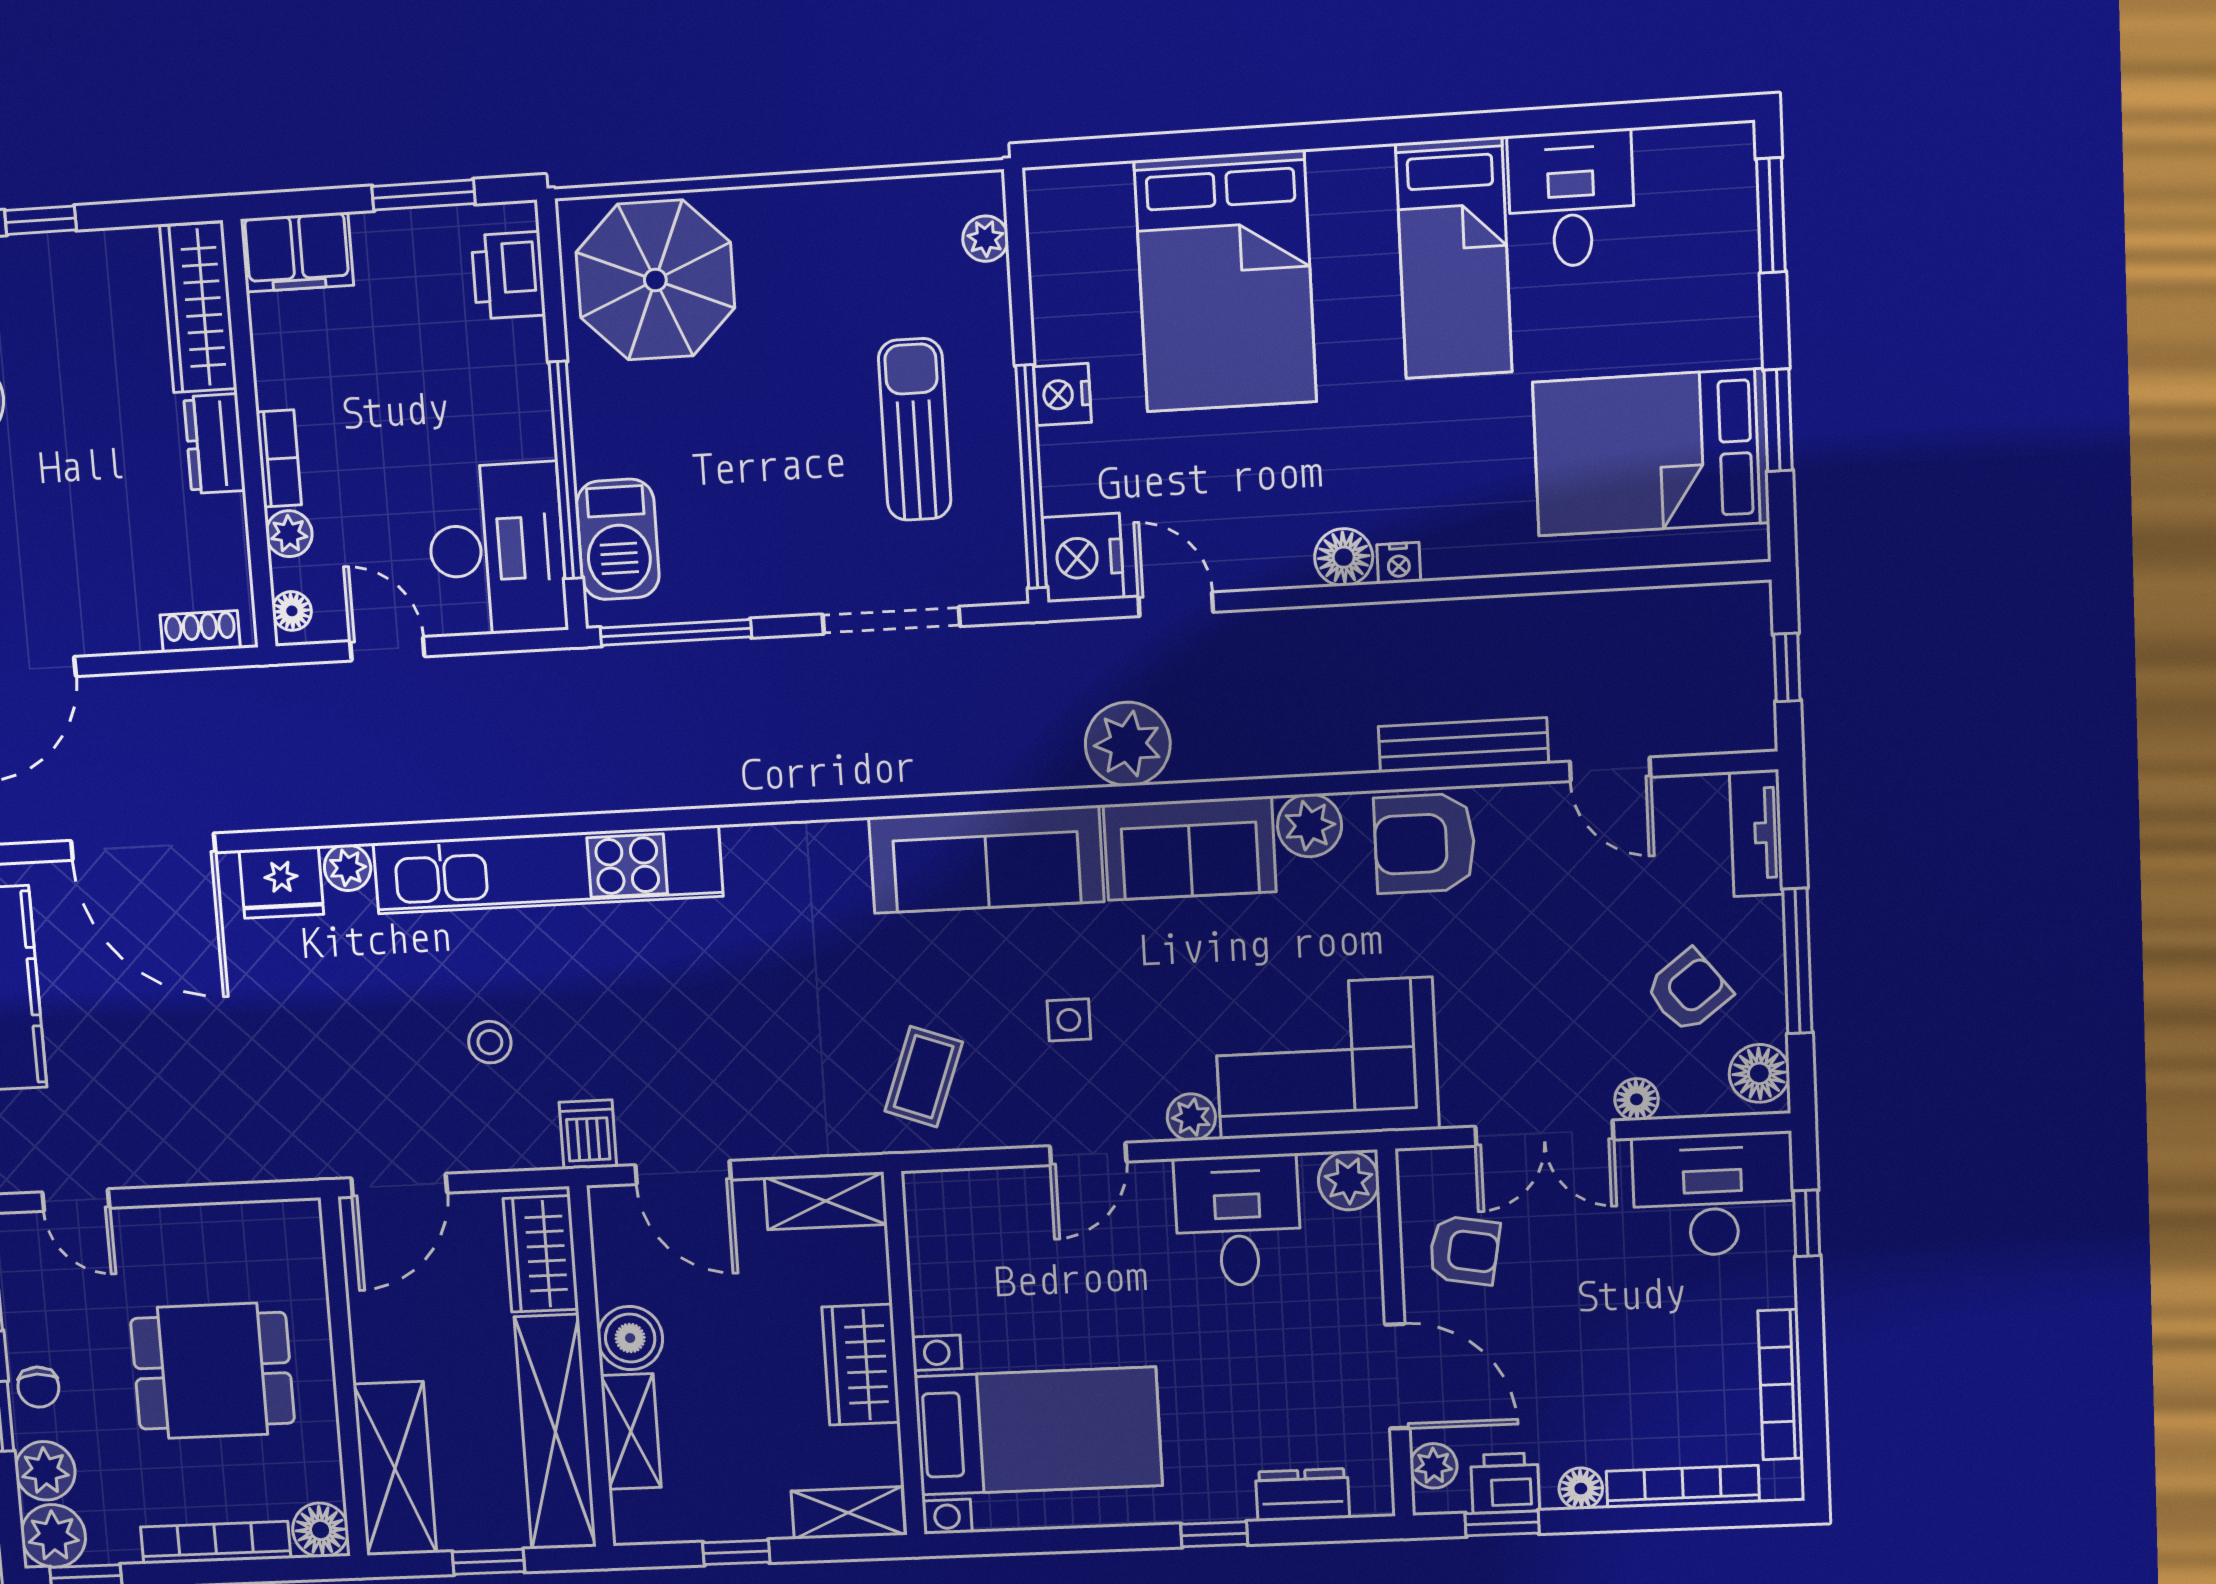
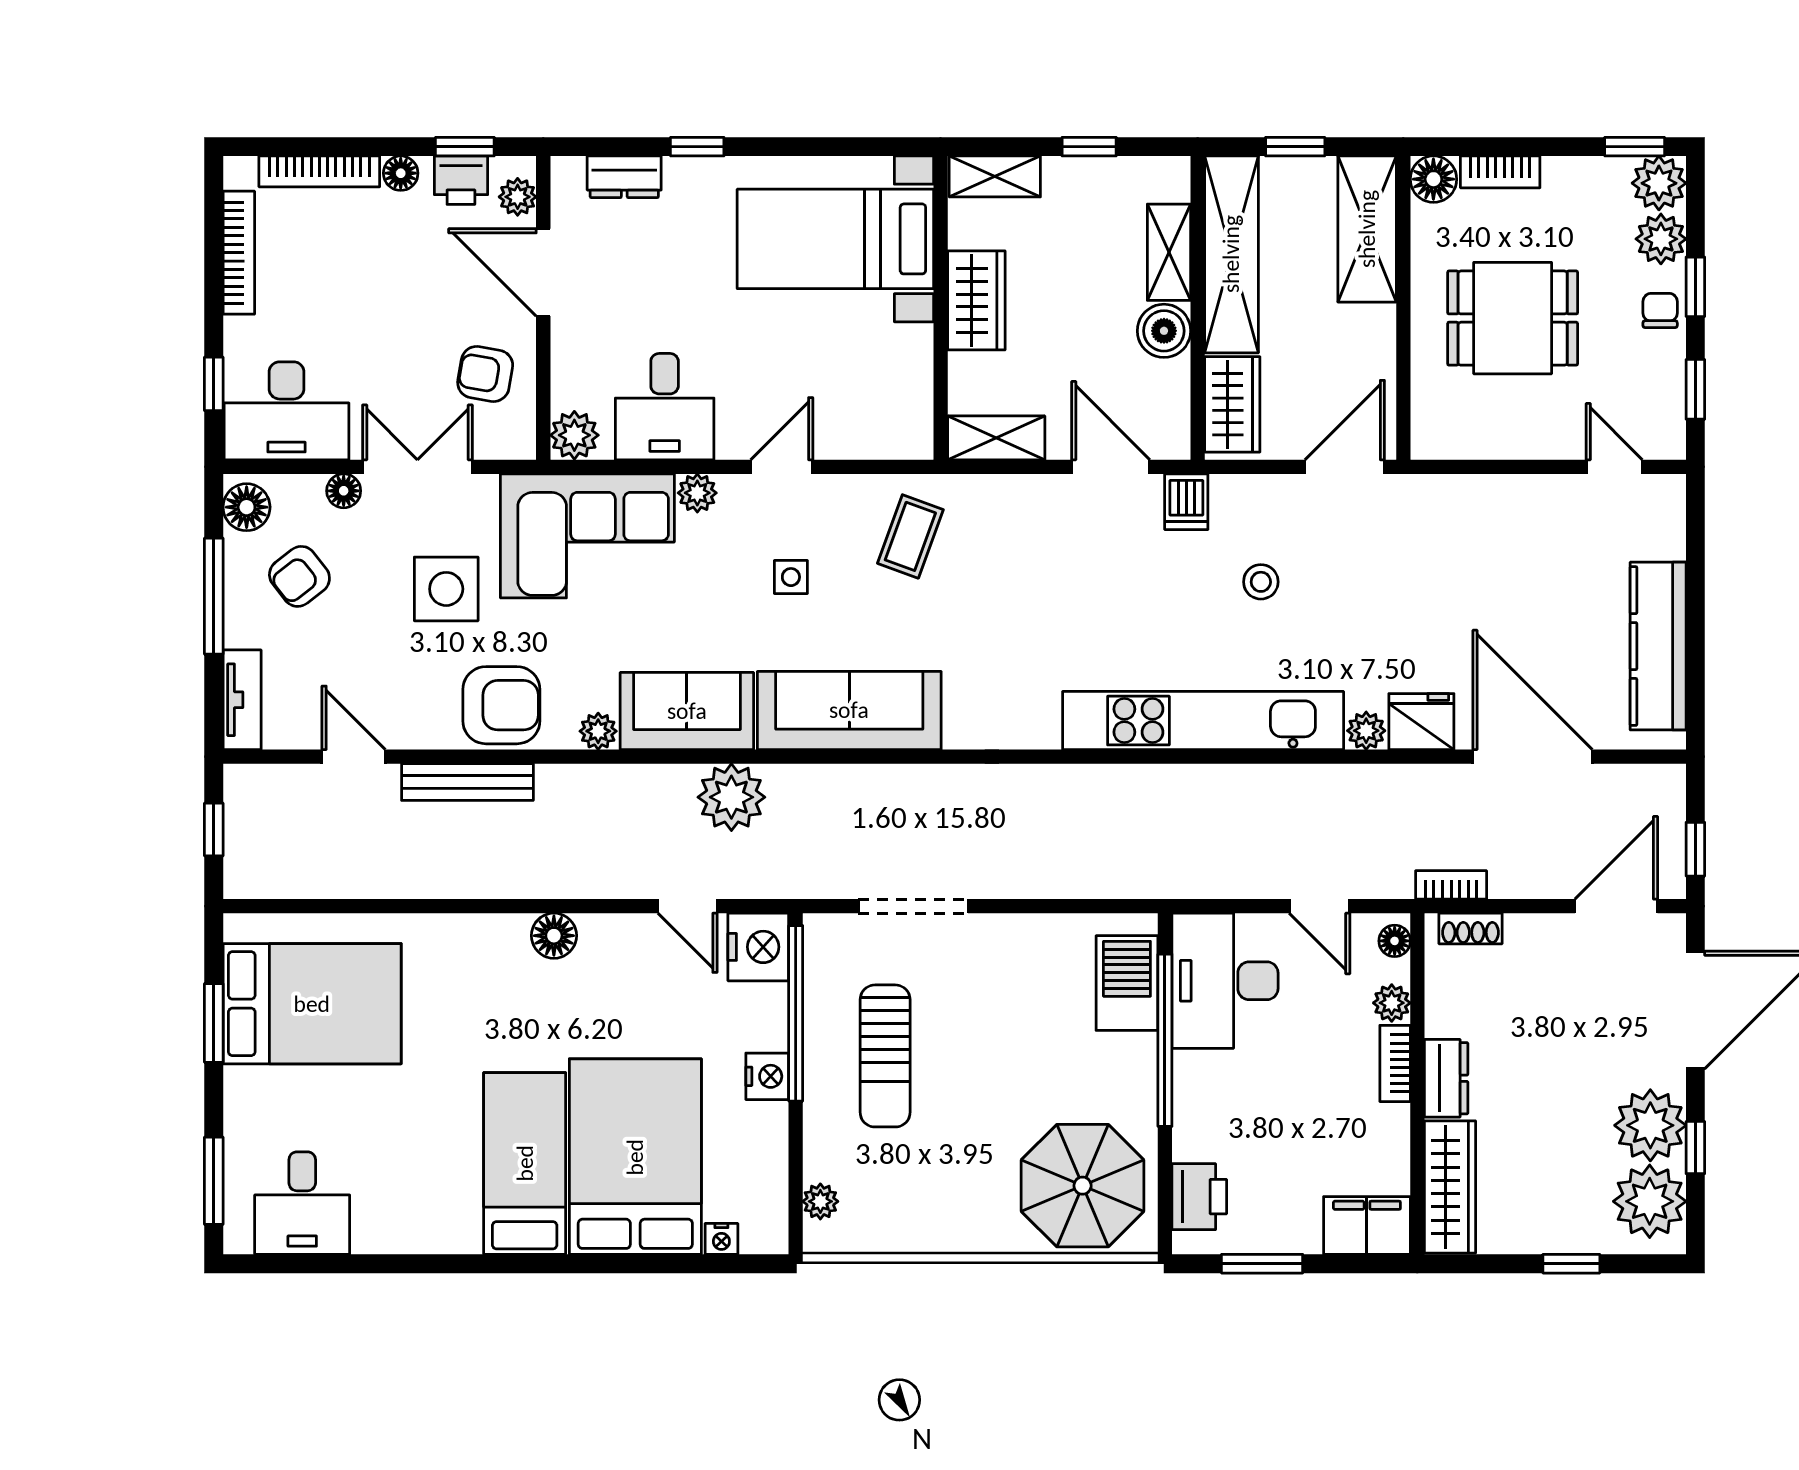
desk: (1571, 199) -> (302, 1203), moved
bed: (1454, 258) -> (525, 1163), moved
nightstand: (1399, 563) -> (721, 1239), moved, turned 180
window: (676, 632) -> (1086, 906), removed
bookcase: (229, 684) -> (1451, 885), added
plant: (1309, 825) -> (598, 731), width x0.73, depth x0.73
side table: (1501, 984) -> (446, 589), added
bookcase: (216, 1543) -> (1500, 172), width x0.64

